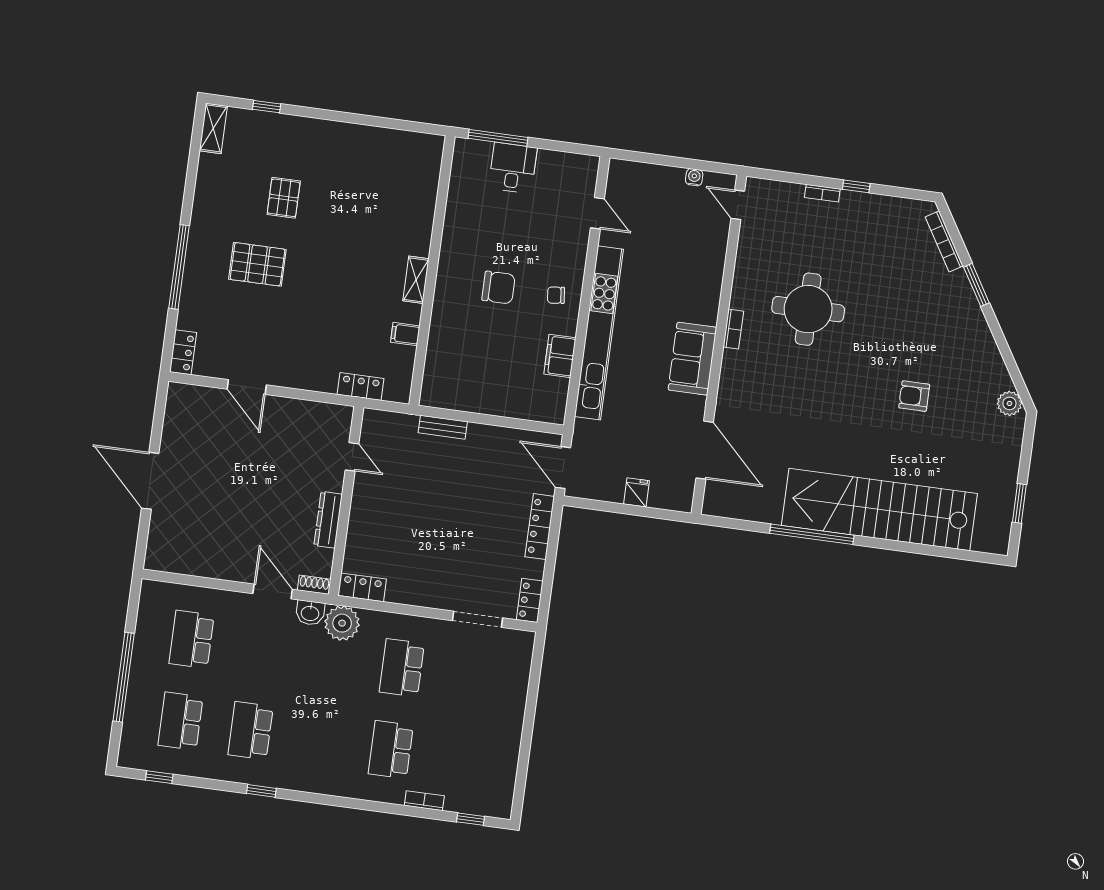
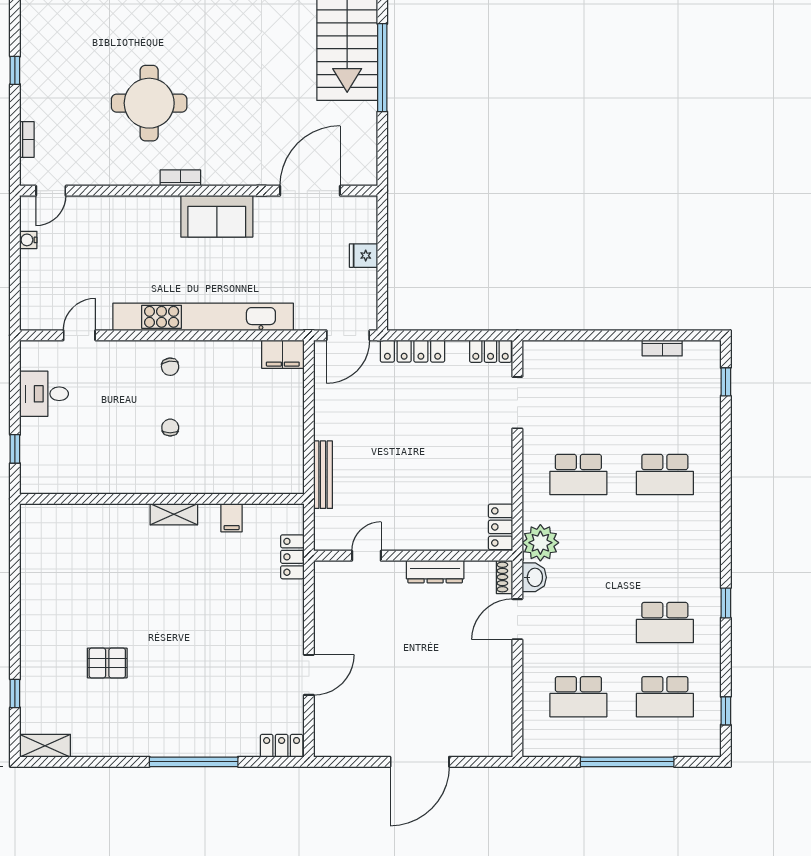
window: (498, 138) -> (15, 449), width x0.46
desk: (513, 168) -> (44, 394), moved
bookcase: (822, 193) -> (27, 139), moved
pallet: (257, 264) -> (180, 681), removed
chair: (498, 288) -> (170, 428), width x0.54, depth x0.54
filing cabinet: (560, 356) -> (283, 354), moved
bench: (443, 427) -> (323, 475), width x1.36
bookcase: (424, 801) -> (662, 348), moved, turned -90

